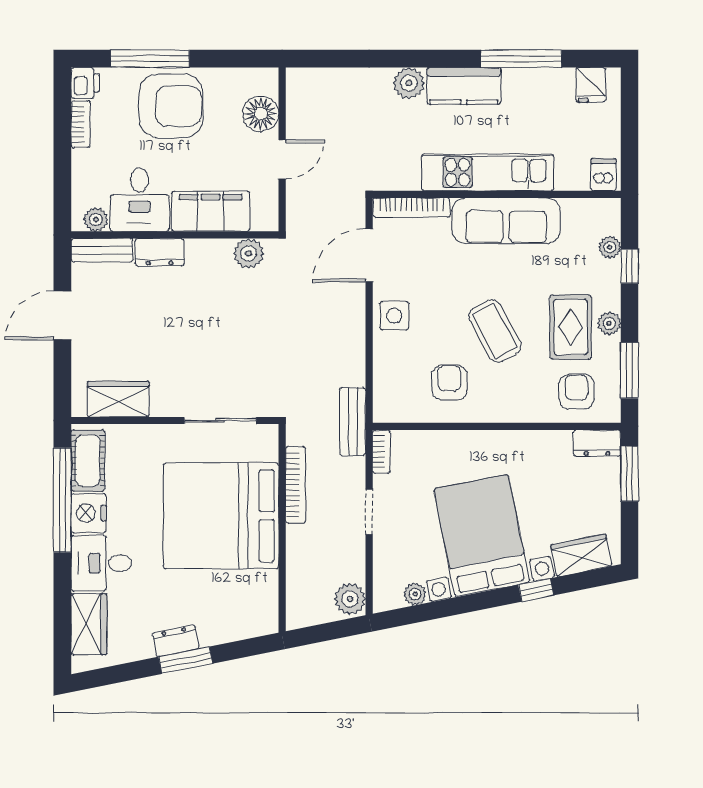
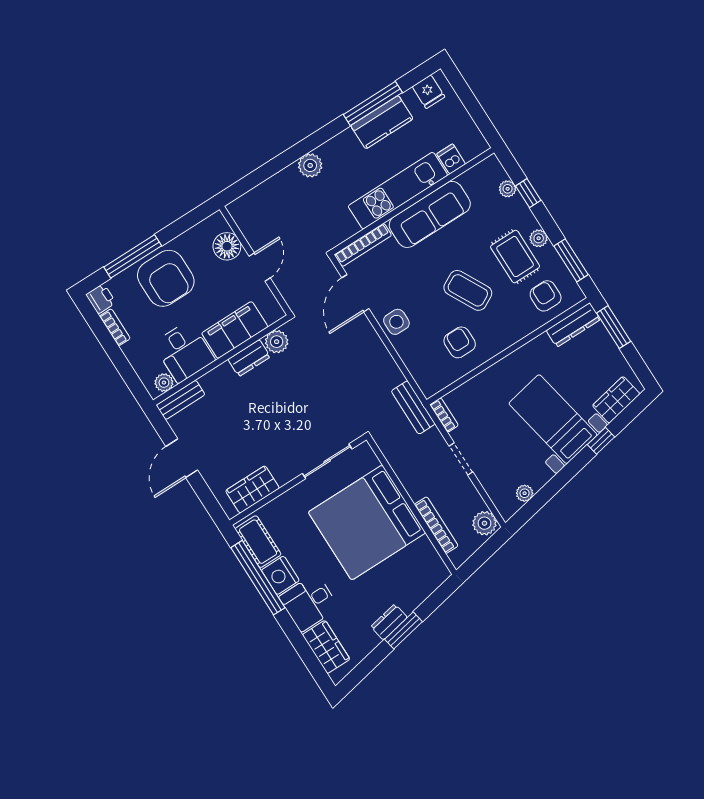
kitchen counter: (464, 86) -> (382, 122), moved
armchair: (171, 106) -> (166, 278), turned 90
dishwasher: (604, 175) -> (451, 159), moved
dresser: (160, 252) -> (249, 358), moved
dresser: (597, 443) -> (573, 325), width x1.44
bookcase: (296, 485) -> (436, 525), moved
bed with nightstands: (482, 536) -> (553, 419), width x0.73

